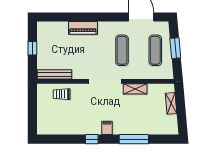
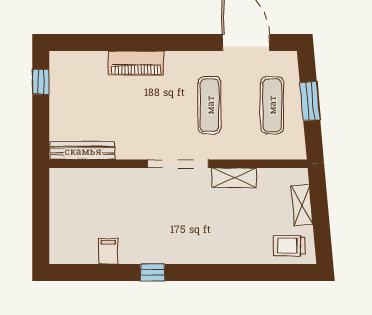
window: (32, 48) -> (41, 82), moved
trolley: (62, 94) -> (289, 246), moved
filing cabinet: (107, 128) -> (108, 251), moved
window: (134, 139) -> (232, 272), removed

